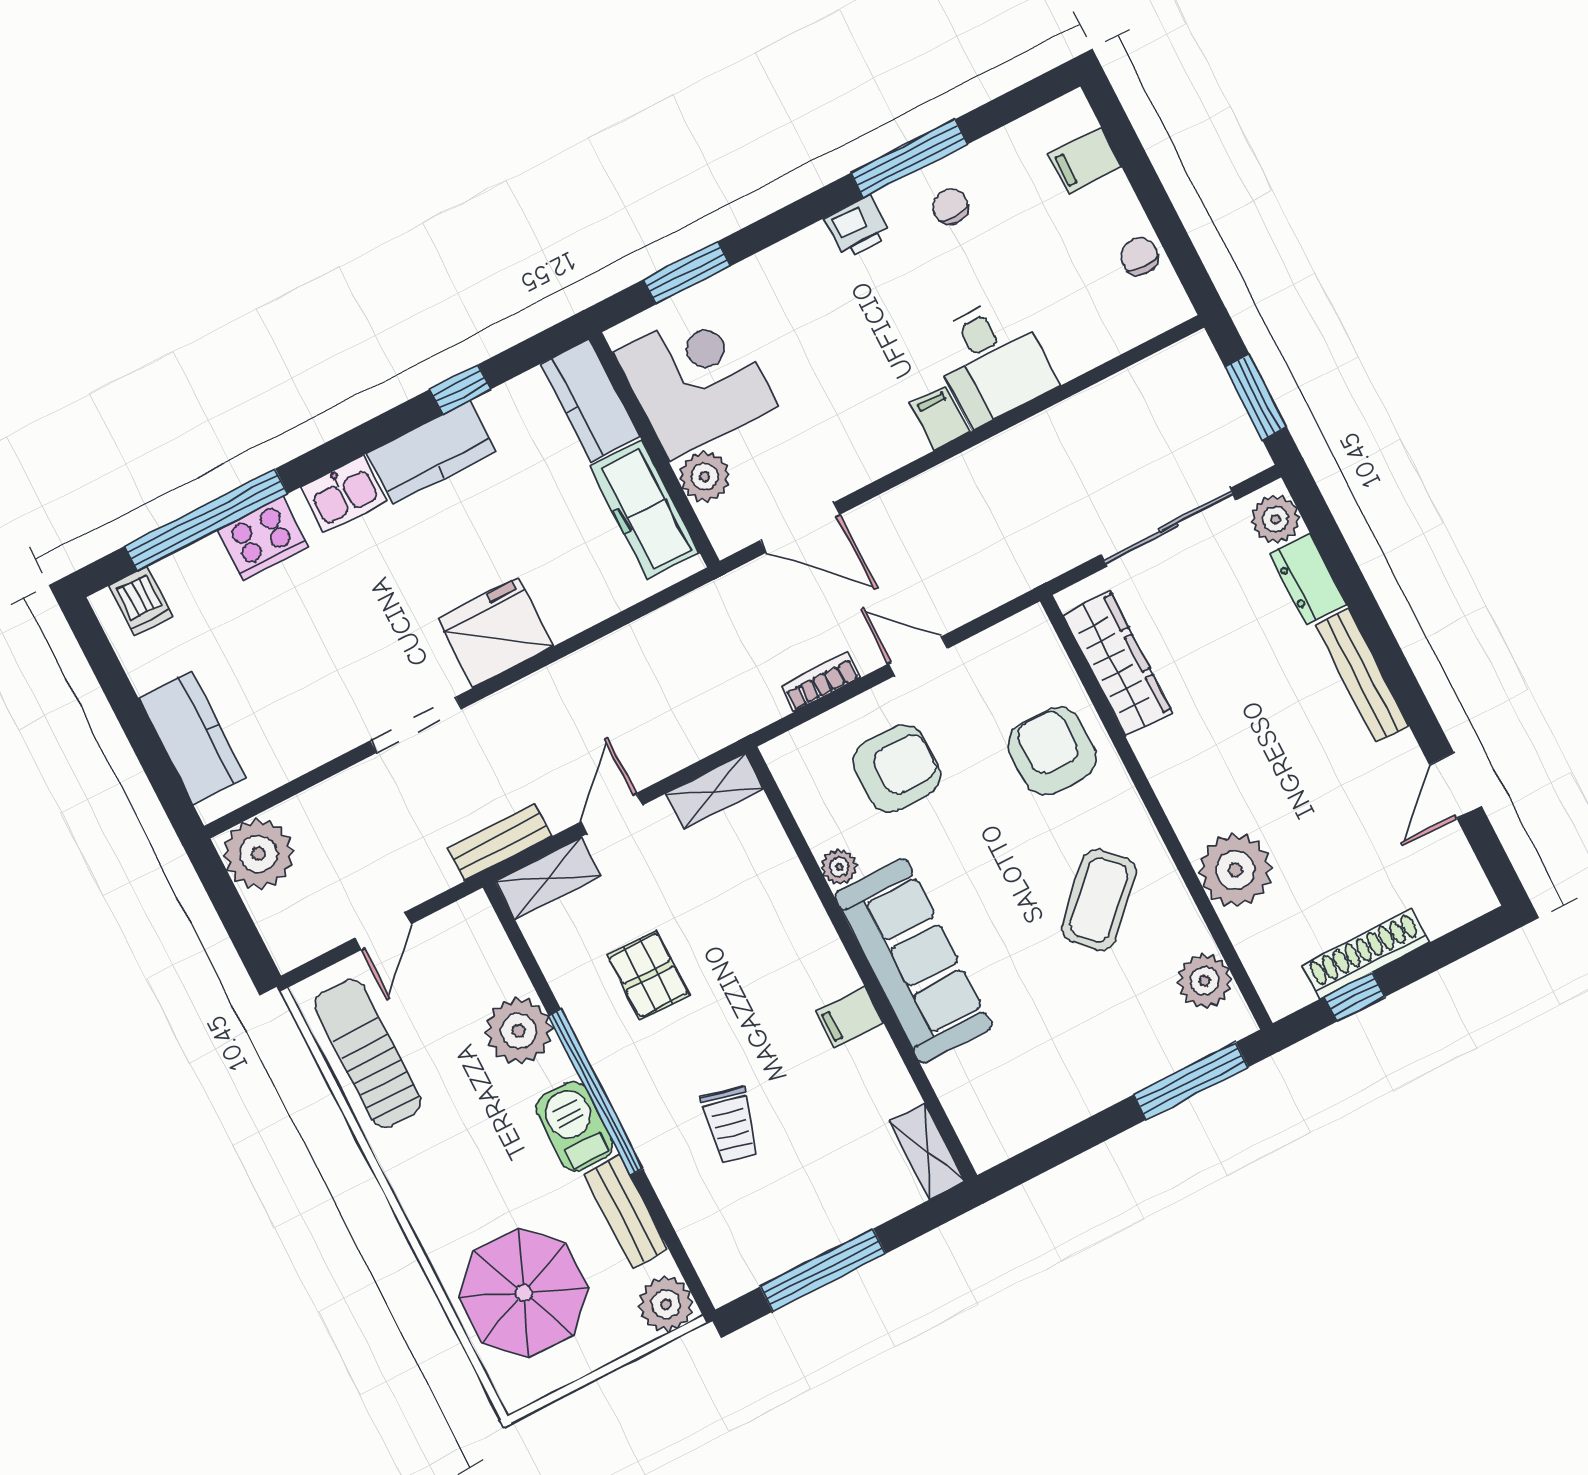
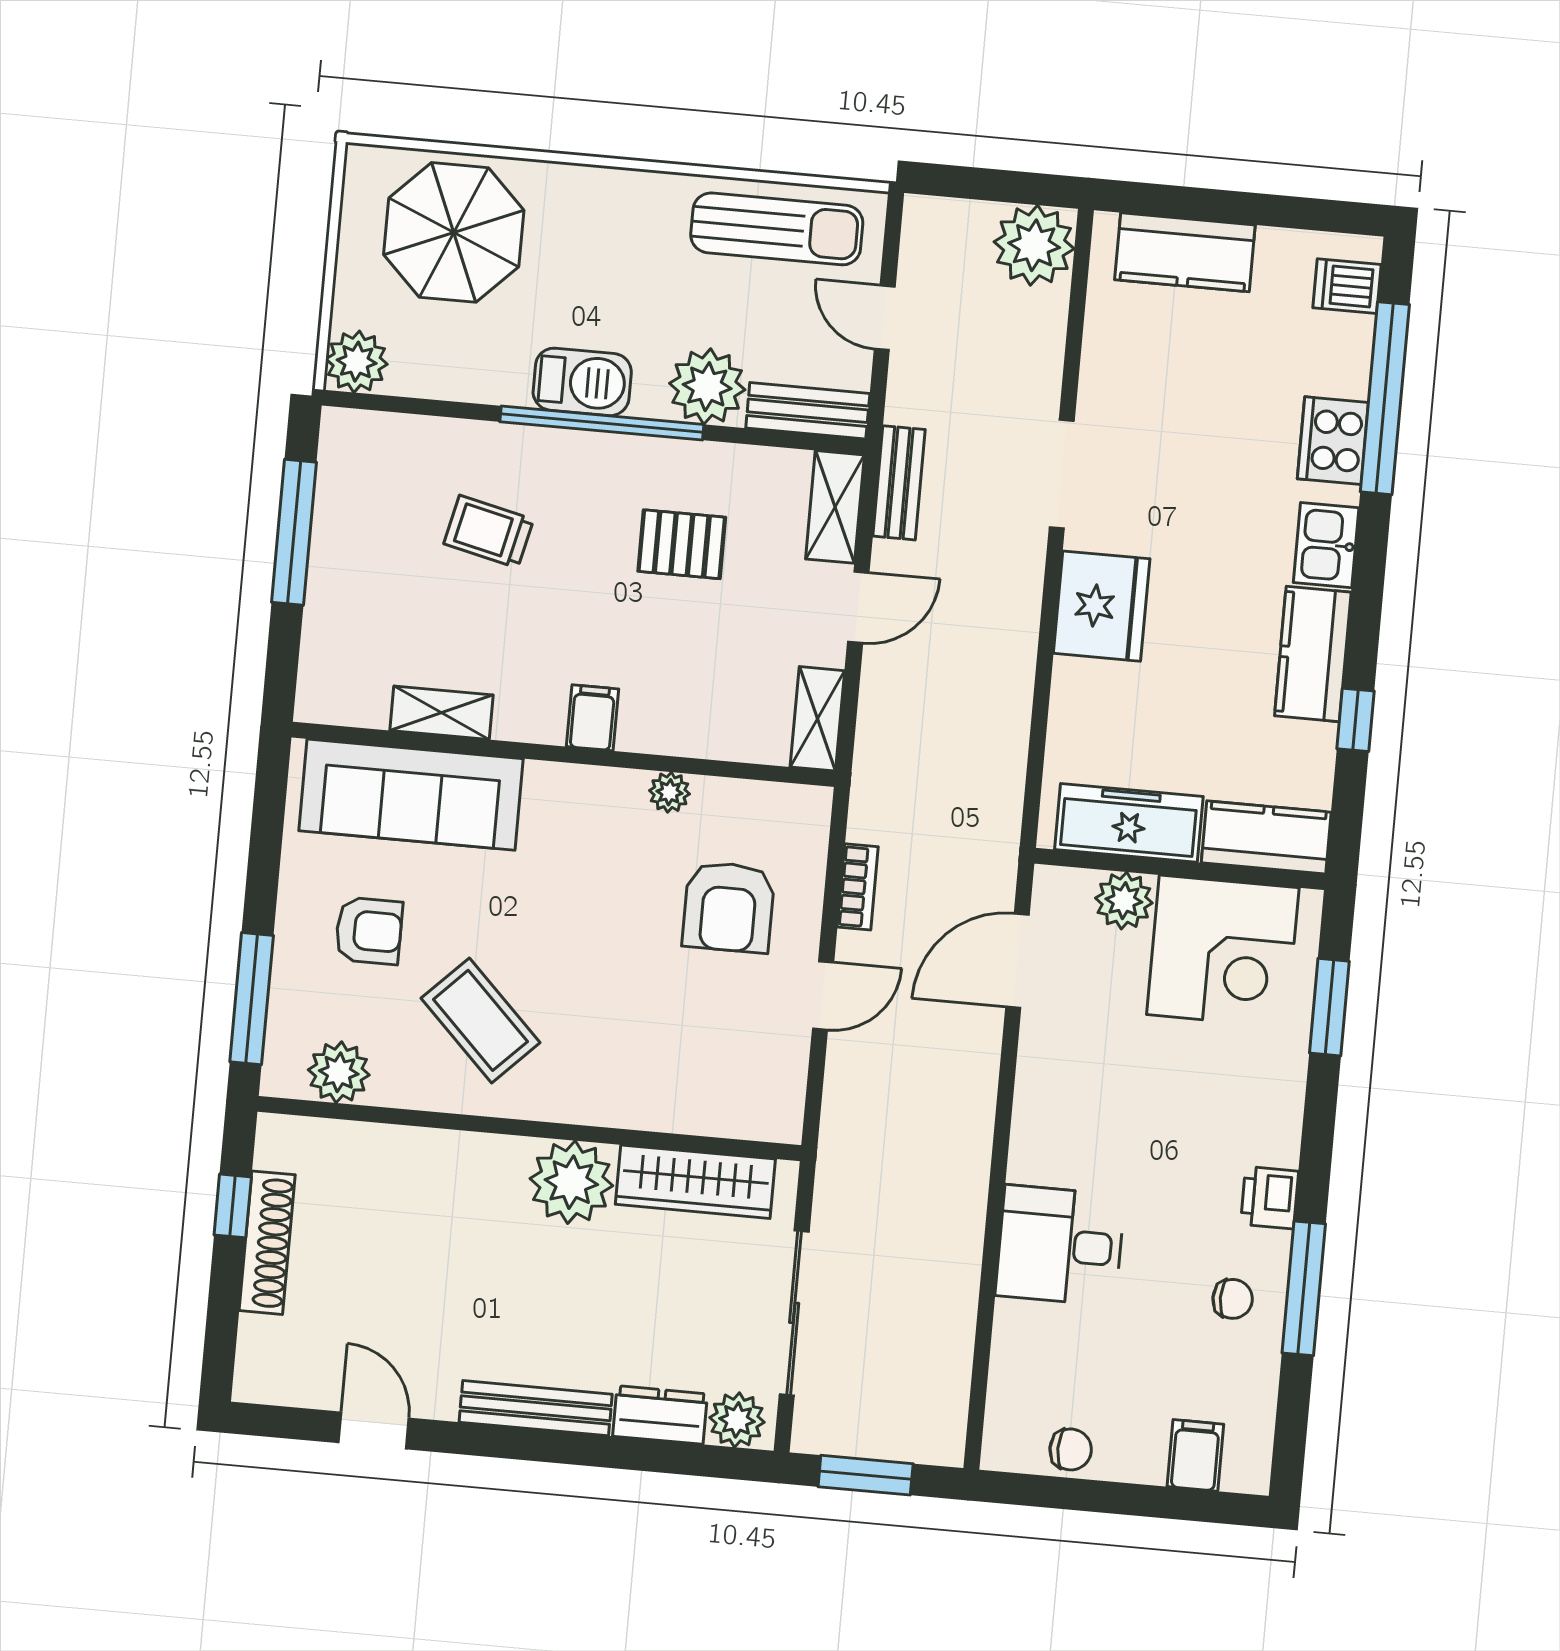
filing cabinet: (940, 418) -> (1037, 1161), removed
armchair: (1052, 751) -> (369, 931), moved, width x0.72, depth x0.72
door: (612, 814) -> (858, 607), hinge flipped
plant: (1235, 870) -> (571, 1182), moved
sofa: (913, 961) -> (411, 795), moved
filing cabinet: (850, 1017) -> (592, 718), moved
shelving: (927, 1151) -> (441, 713), moved
bench: (626, 1211) -> (808, 411), moved

